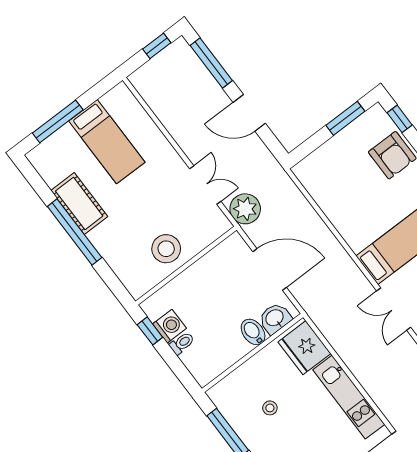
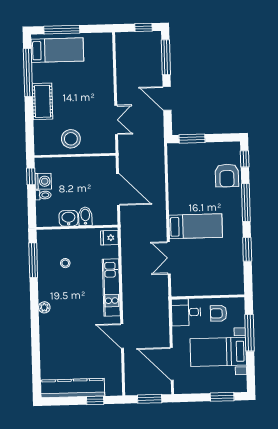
window: (345, 118) -> (192, 139), moved
bed: (107, 142) -> (57, 50), moved, turned -90
cot: (79, 203) -> (43, 101), moved
plant: (245, 209) -> (128, 148), removed
window: (75, 232) -> (28, 72), moved
washbasin: (275, 318) -> (68, 218), moved
fridge: (304, 348) -> (109, 238), width x0.53, depth x0.75

